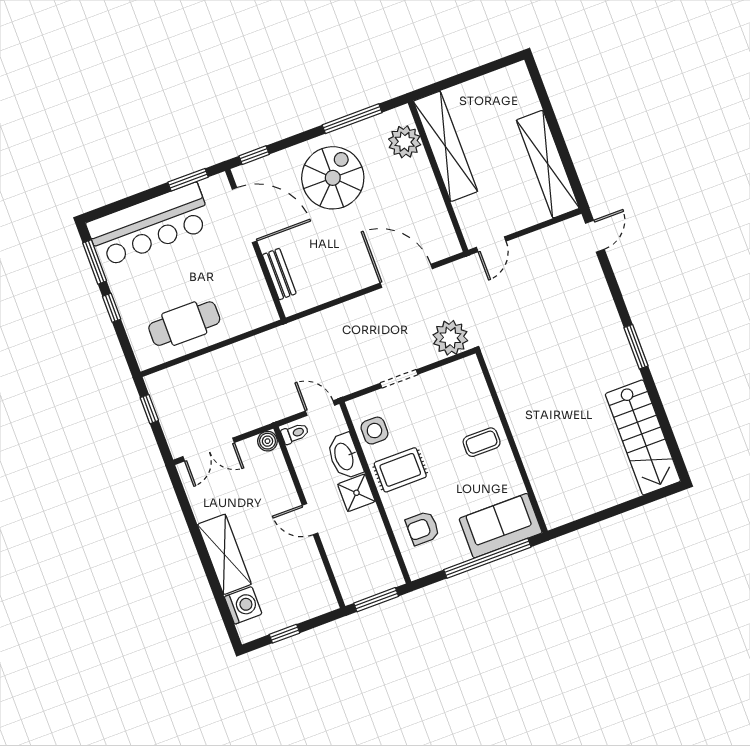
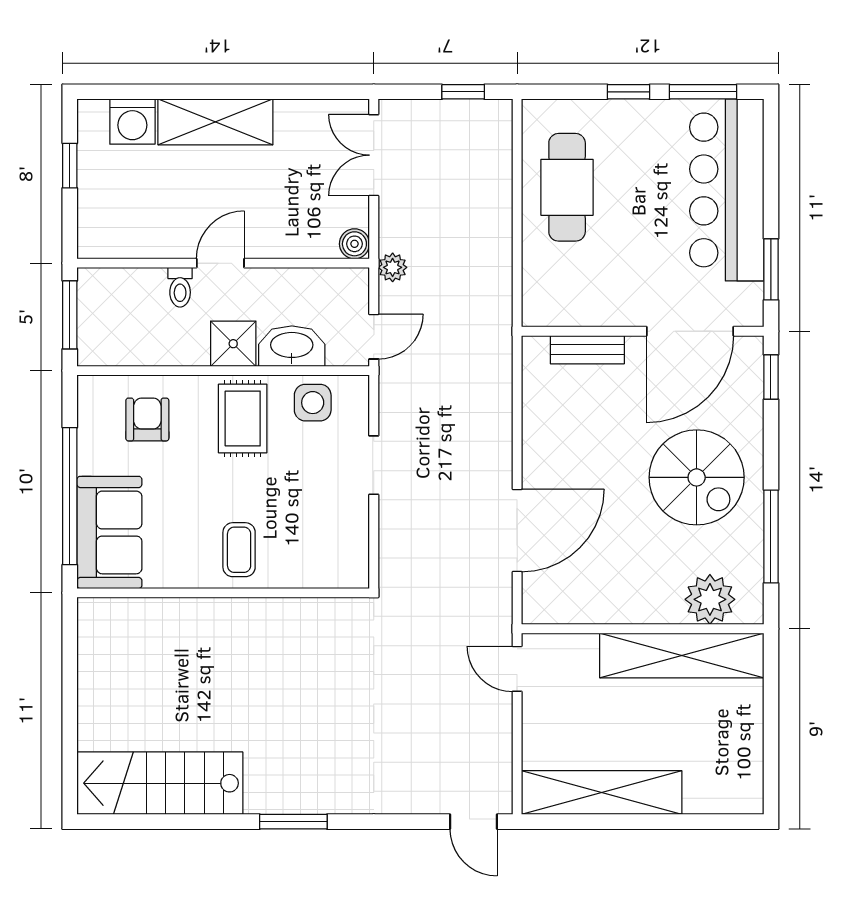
plant: (450, 338) -> (393, 267), moved, width x0.53, depth x0.53
toilet: (295, 433) -> (180, 287), moved

